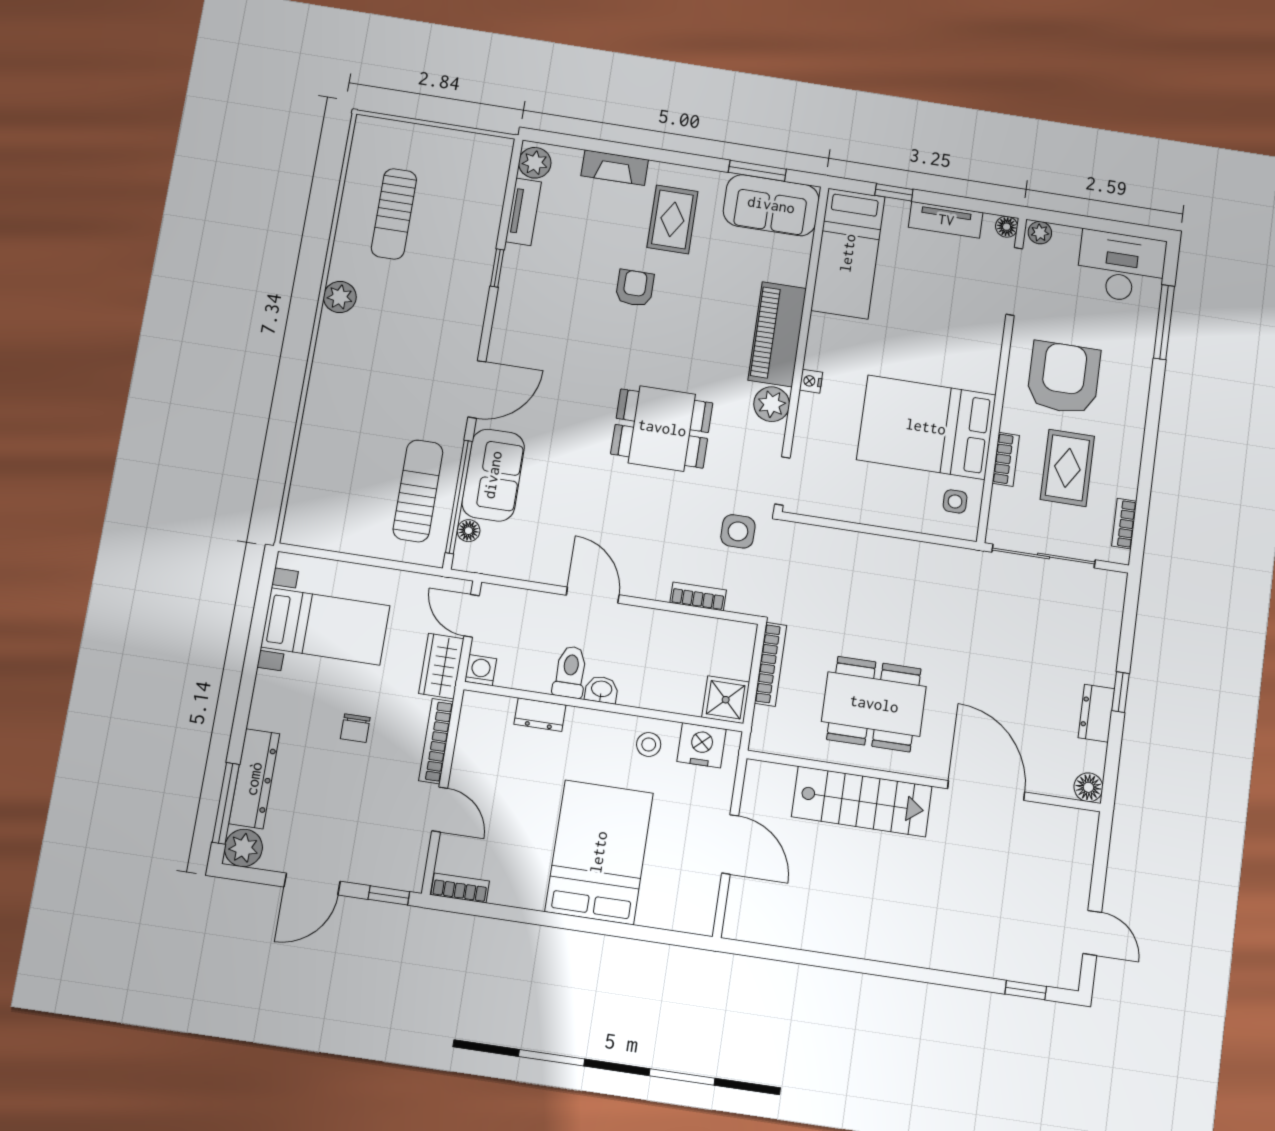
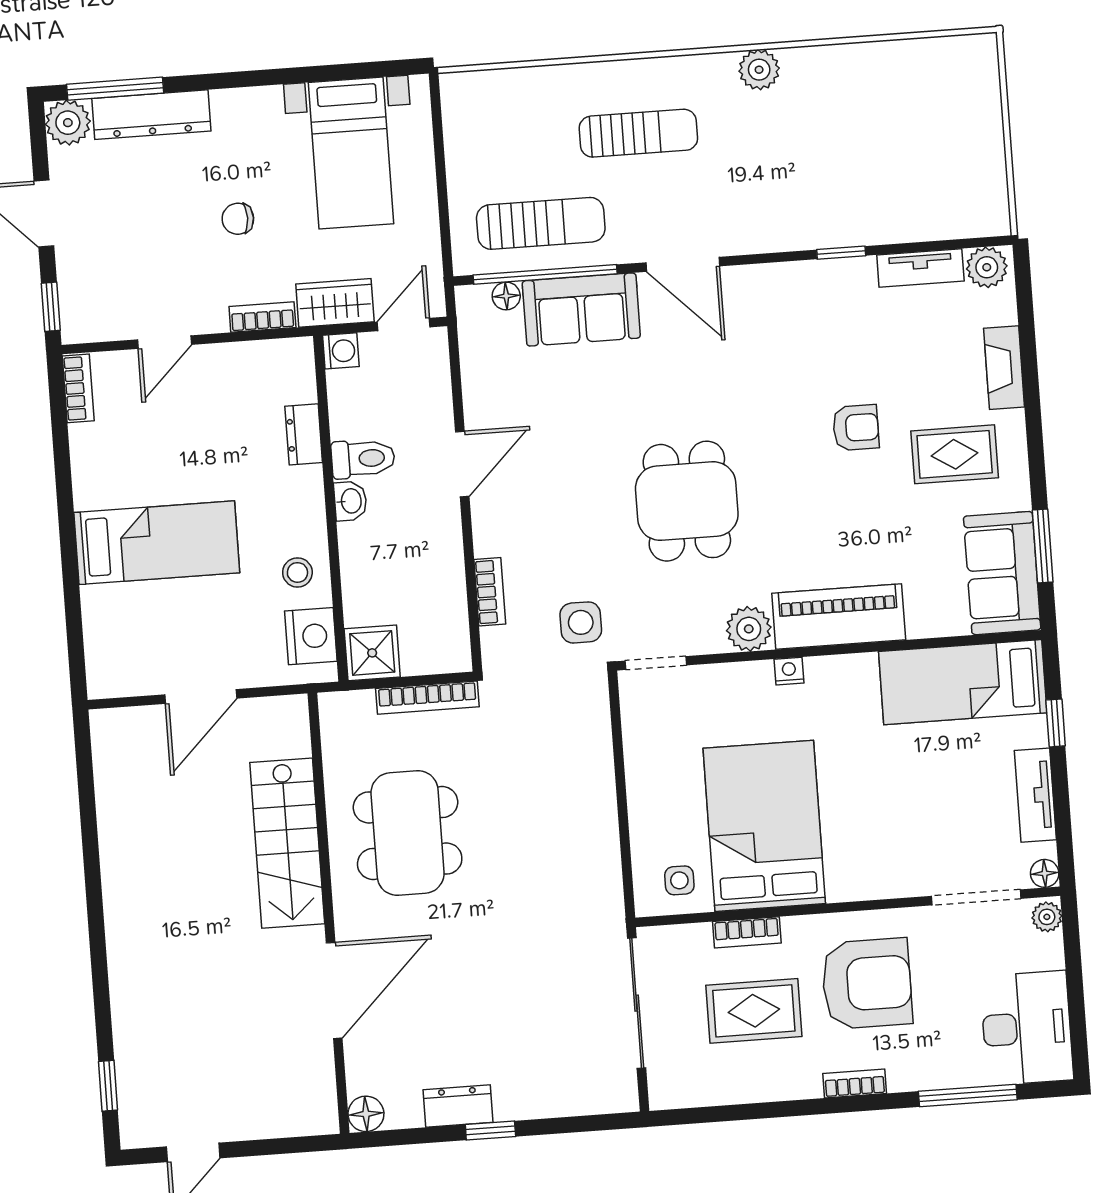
sun lounger: (394, 214) -> (638, 133), moved, turned 180
bookcase: (1124, 524) -> (855, 1083), moved
bookcase: (436, 741) -> (262, 317), width x0.64
bed: (599, 852) -> (157, 543), width x0.67

